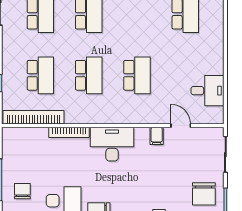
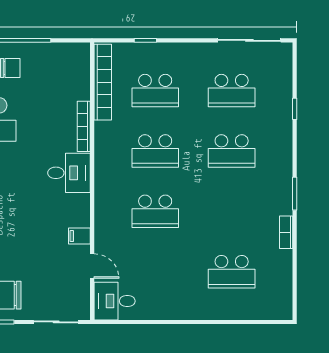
desk: (207, 91) -> (115, 301), moved, turned 90
door: (181, 126) -> (92, 266), hinge flipped
desk: (112, 144) -> (69, 173), width x0.73

